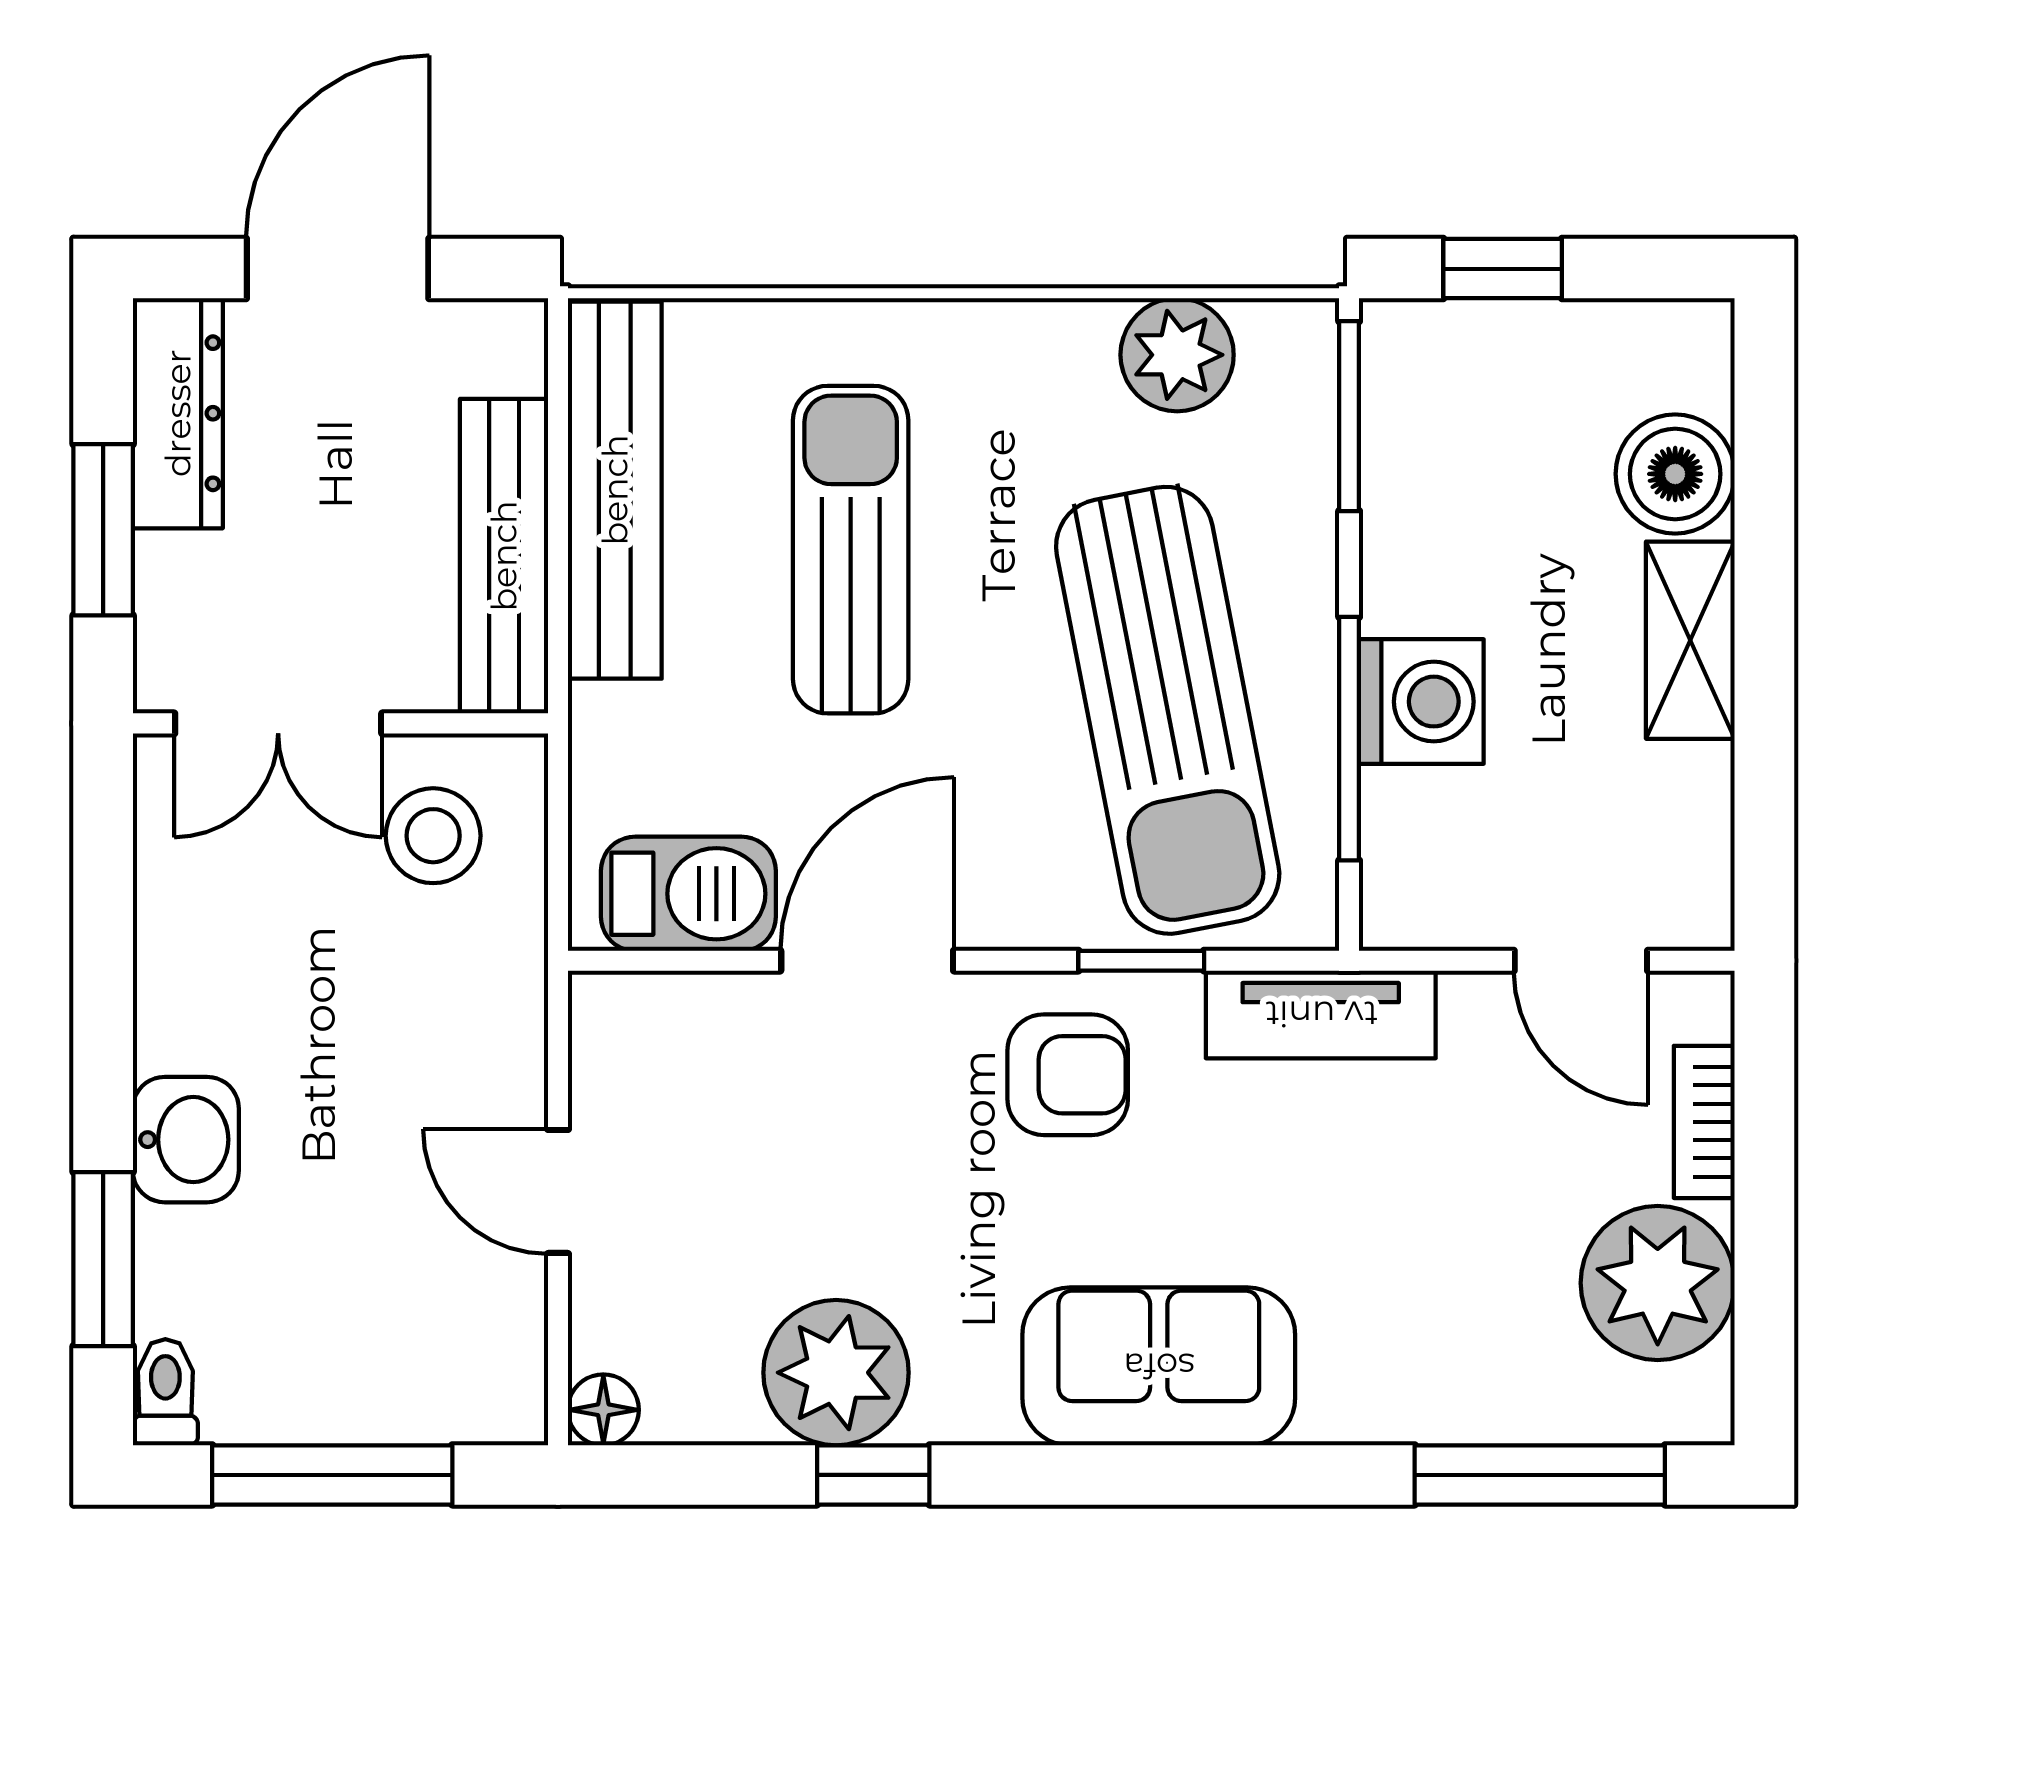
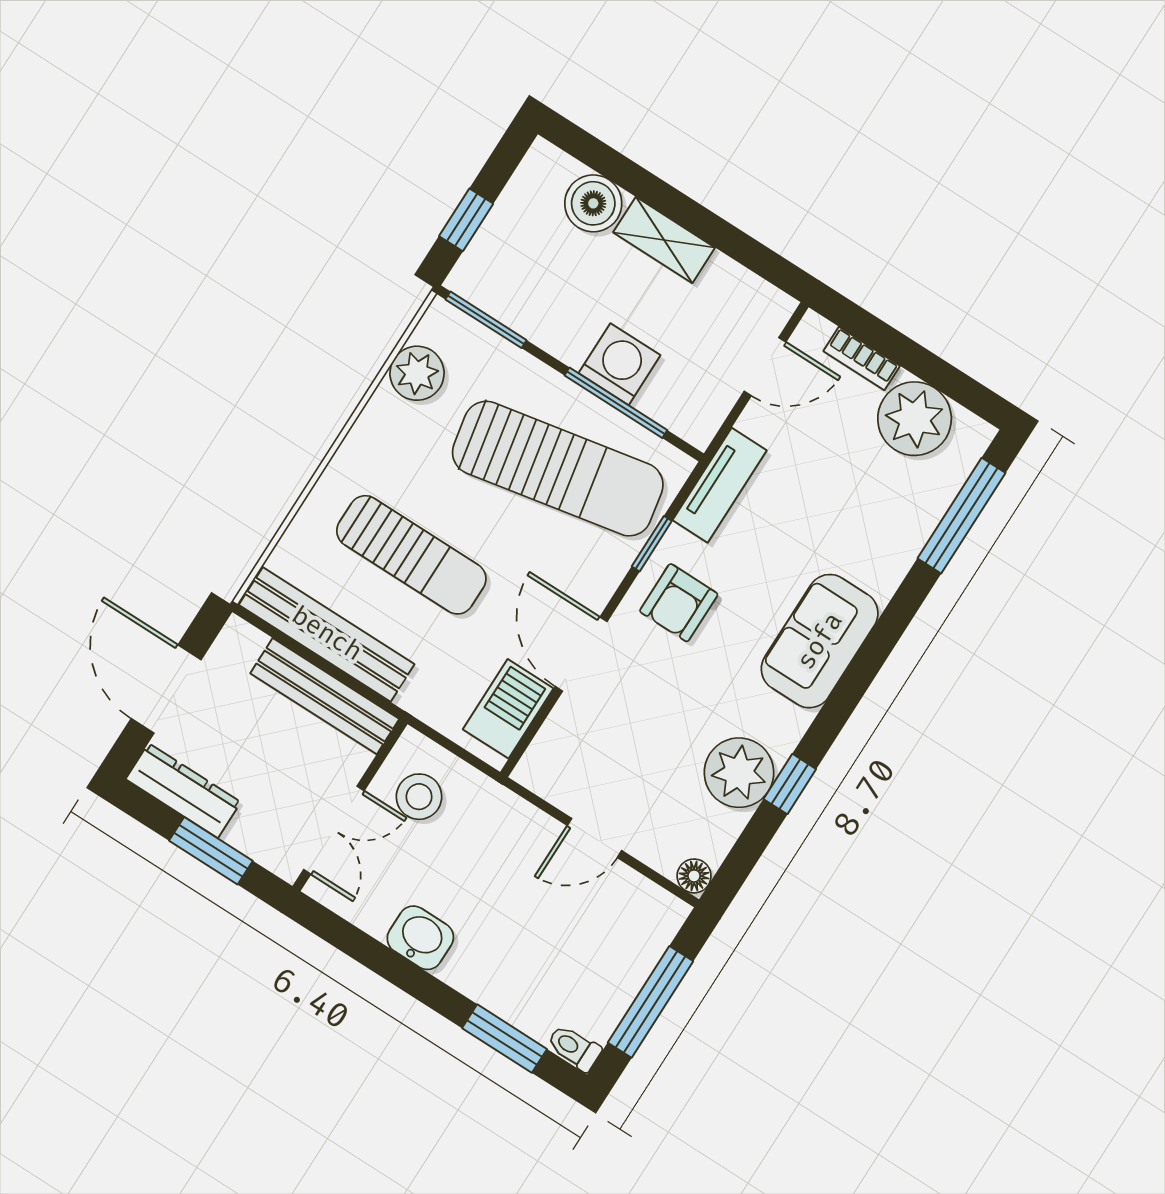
sun lounger: (851, 550) -> (411, 555), turned 180
armchair: (1068, 1075) -> (679, 603), turned 180
washbasin: (186, 1140) -> (420, 938), moved

